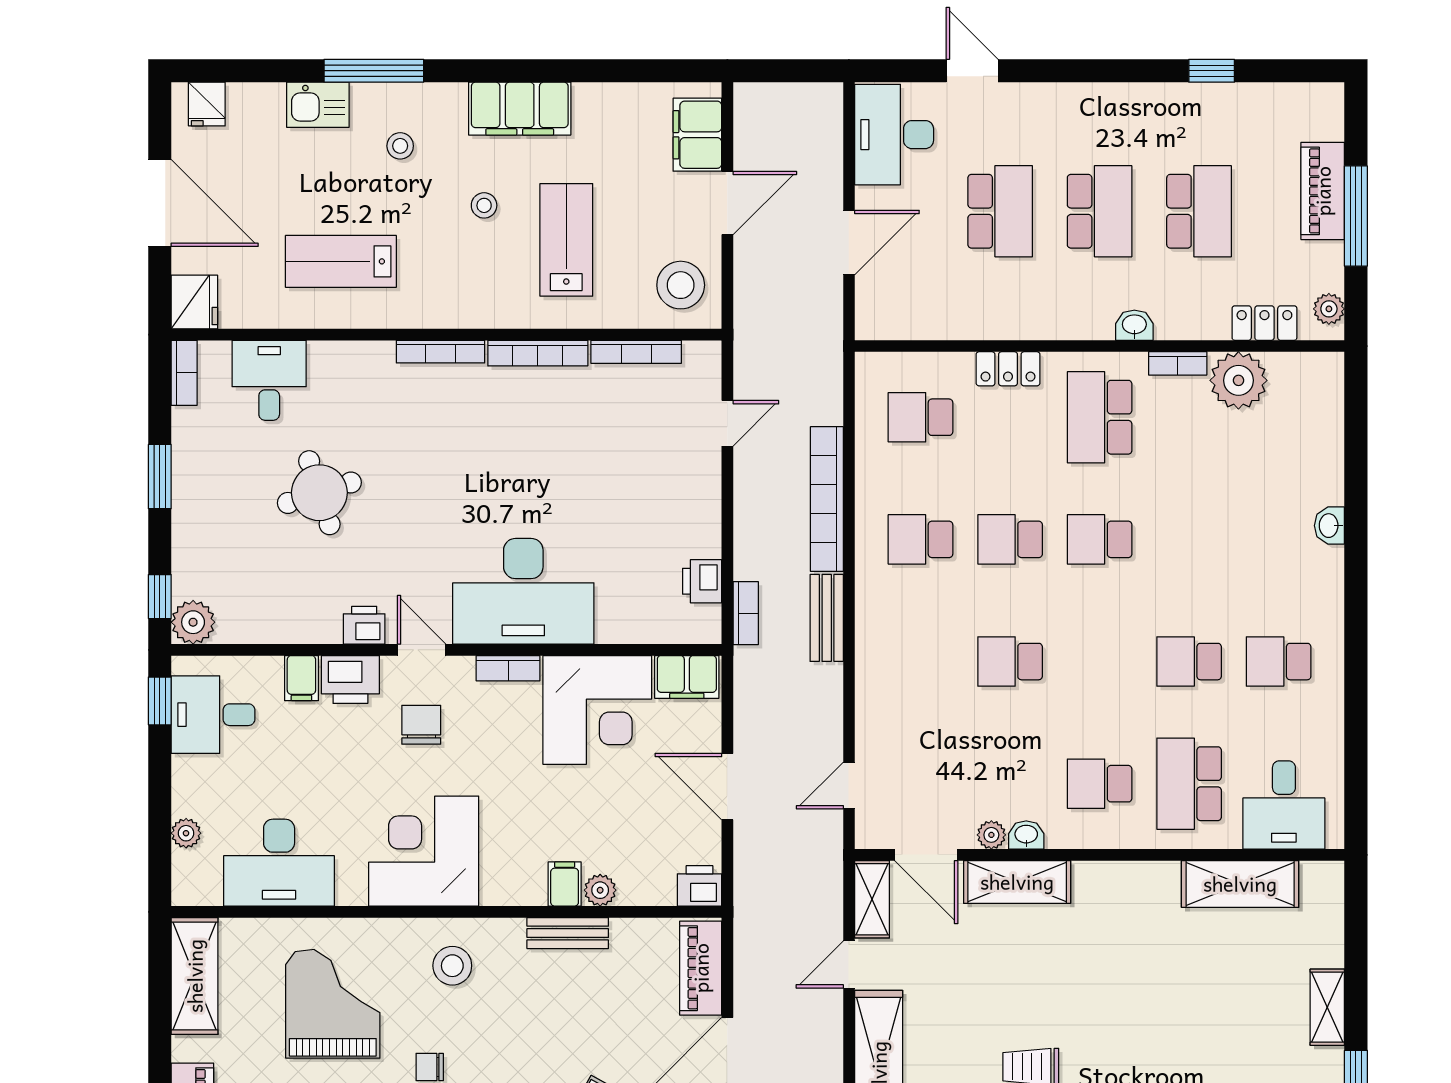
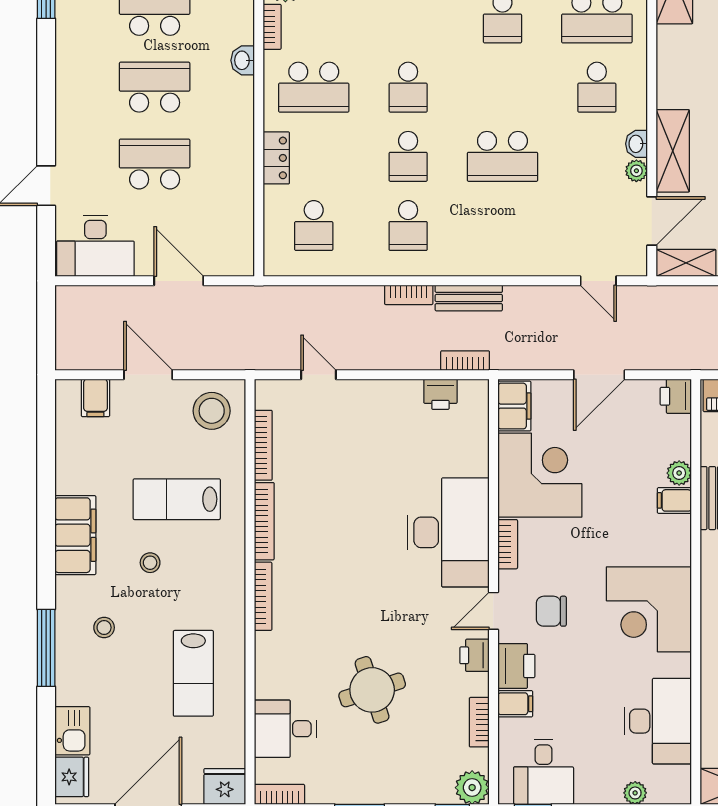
fridge: (207, 104) -> (72, 777), width x1.38
kitchen sink: (318, 105) -> (72, 731), moved
filing cabinet: (697, 135) -> (95, 398), width x0.50
bookcase: (827, 499) -> (409, 295), width x0.43, depth x0.76
bookcase: (278, 631) -> (479, 722), added
school desk: (1010, 662) -> (502, 156), width x1.85

